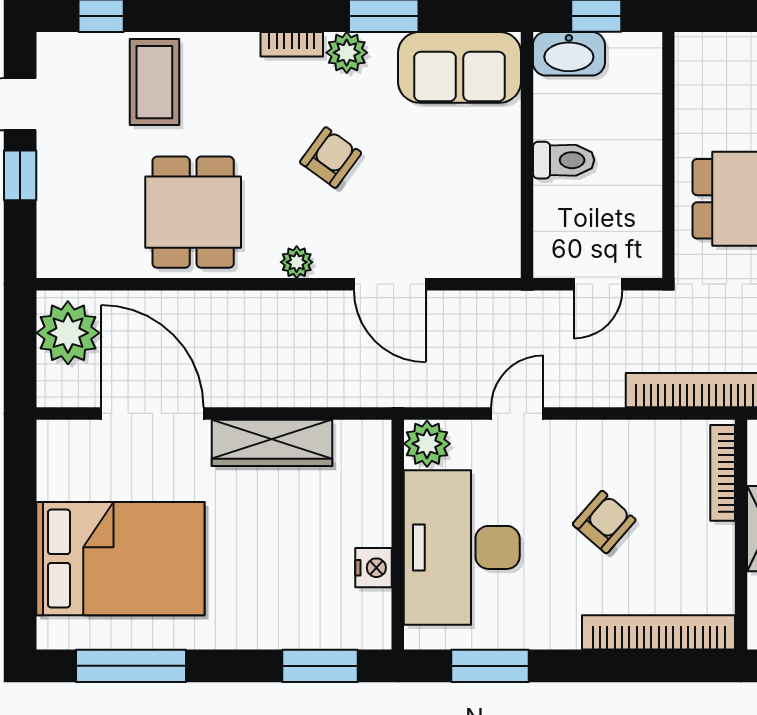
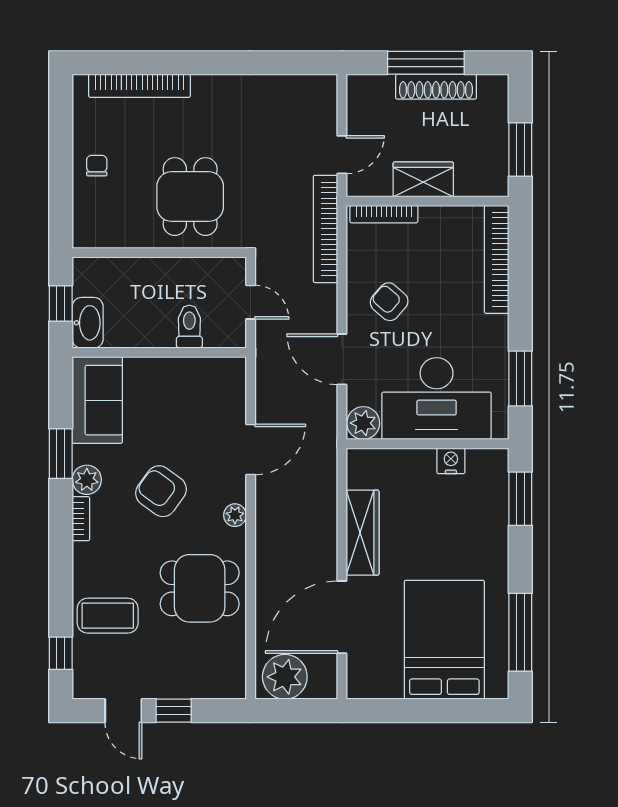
armchair: (331, 158) -> (161, 491), width x1.38, depth x1.38
toilet: (564, 160) -> (189, 327), moved
door: (517, 413) -> (342, 359), width x1.38
armchair: (604, 522) -> (389, 302), moved

